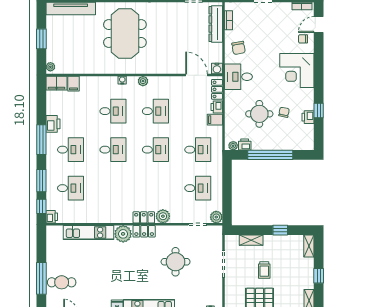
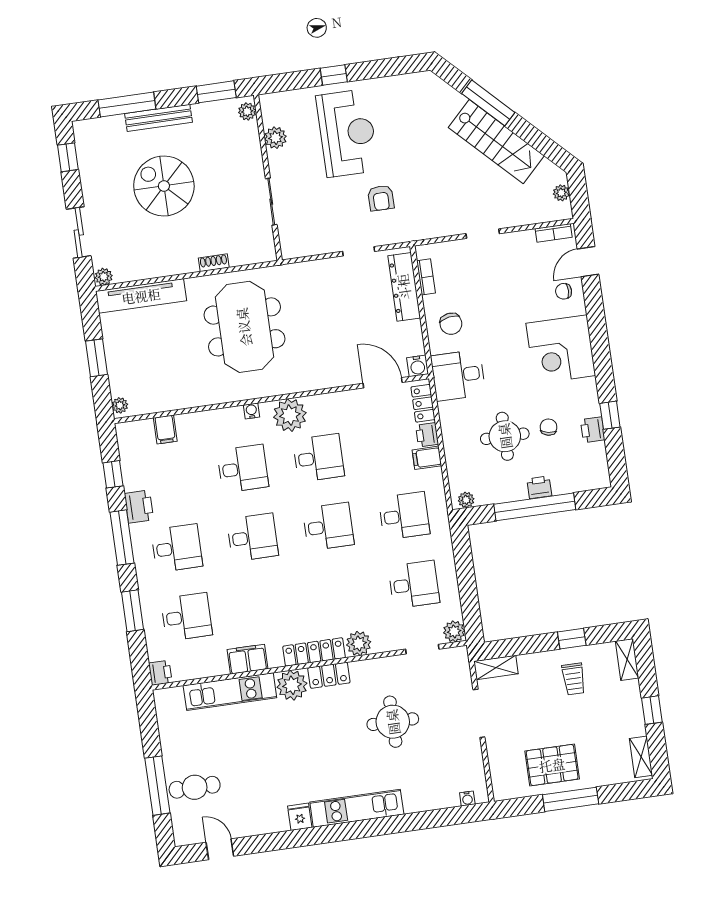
plant: (143, 81) -> (290, 415), width x1.87, depth x1.87
filing cabinet: (56, 83) -> (247, 659), moved, turned 180
printer: (245, 145) -> (539, 487), moved
window: (41, 206) -> (113, 474), moved
locker: (144, 217) -> (314, 652), width x1.53
shelving: (251, 240) -> (496, 668), moved
trolley: (264, 270) -> (574, 679), moved

